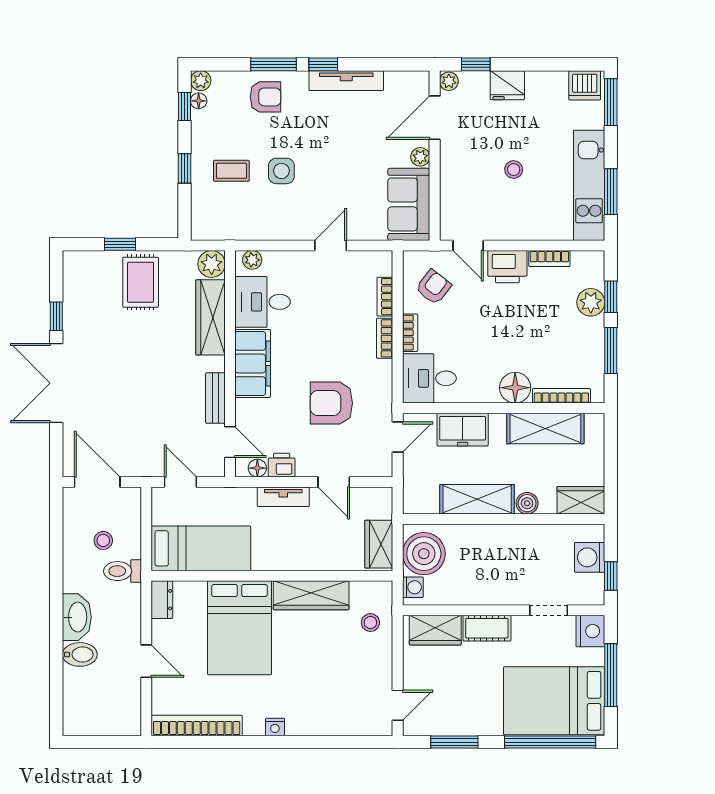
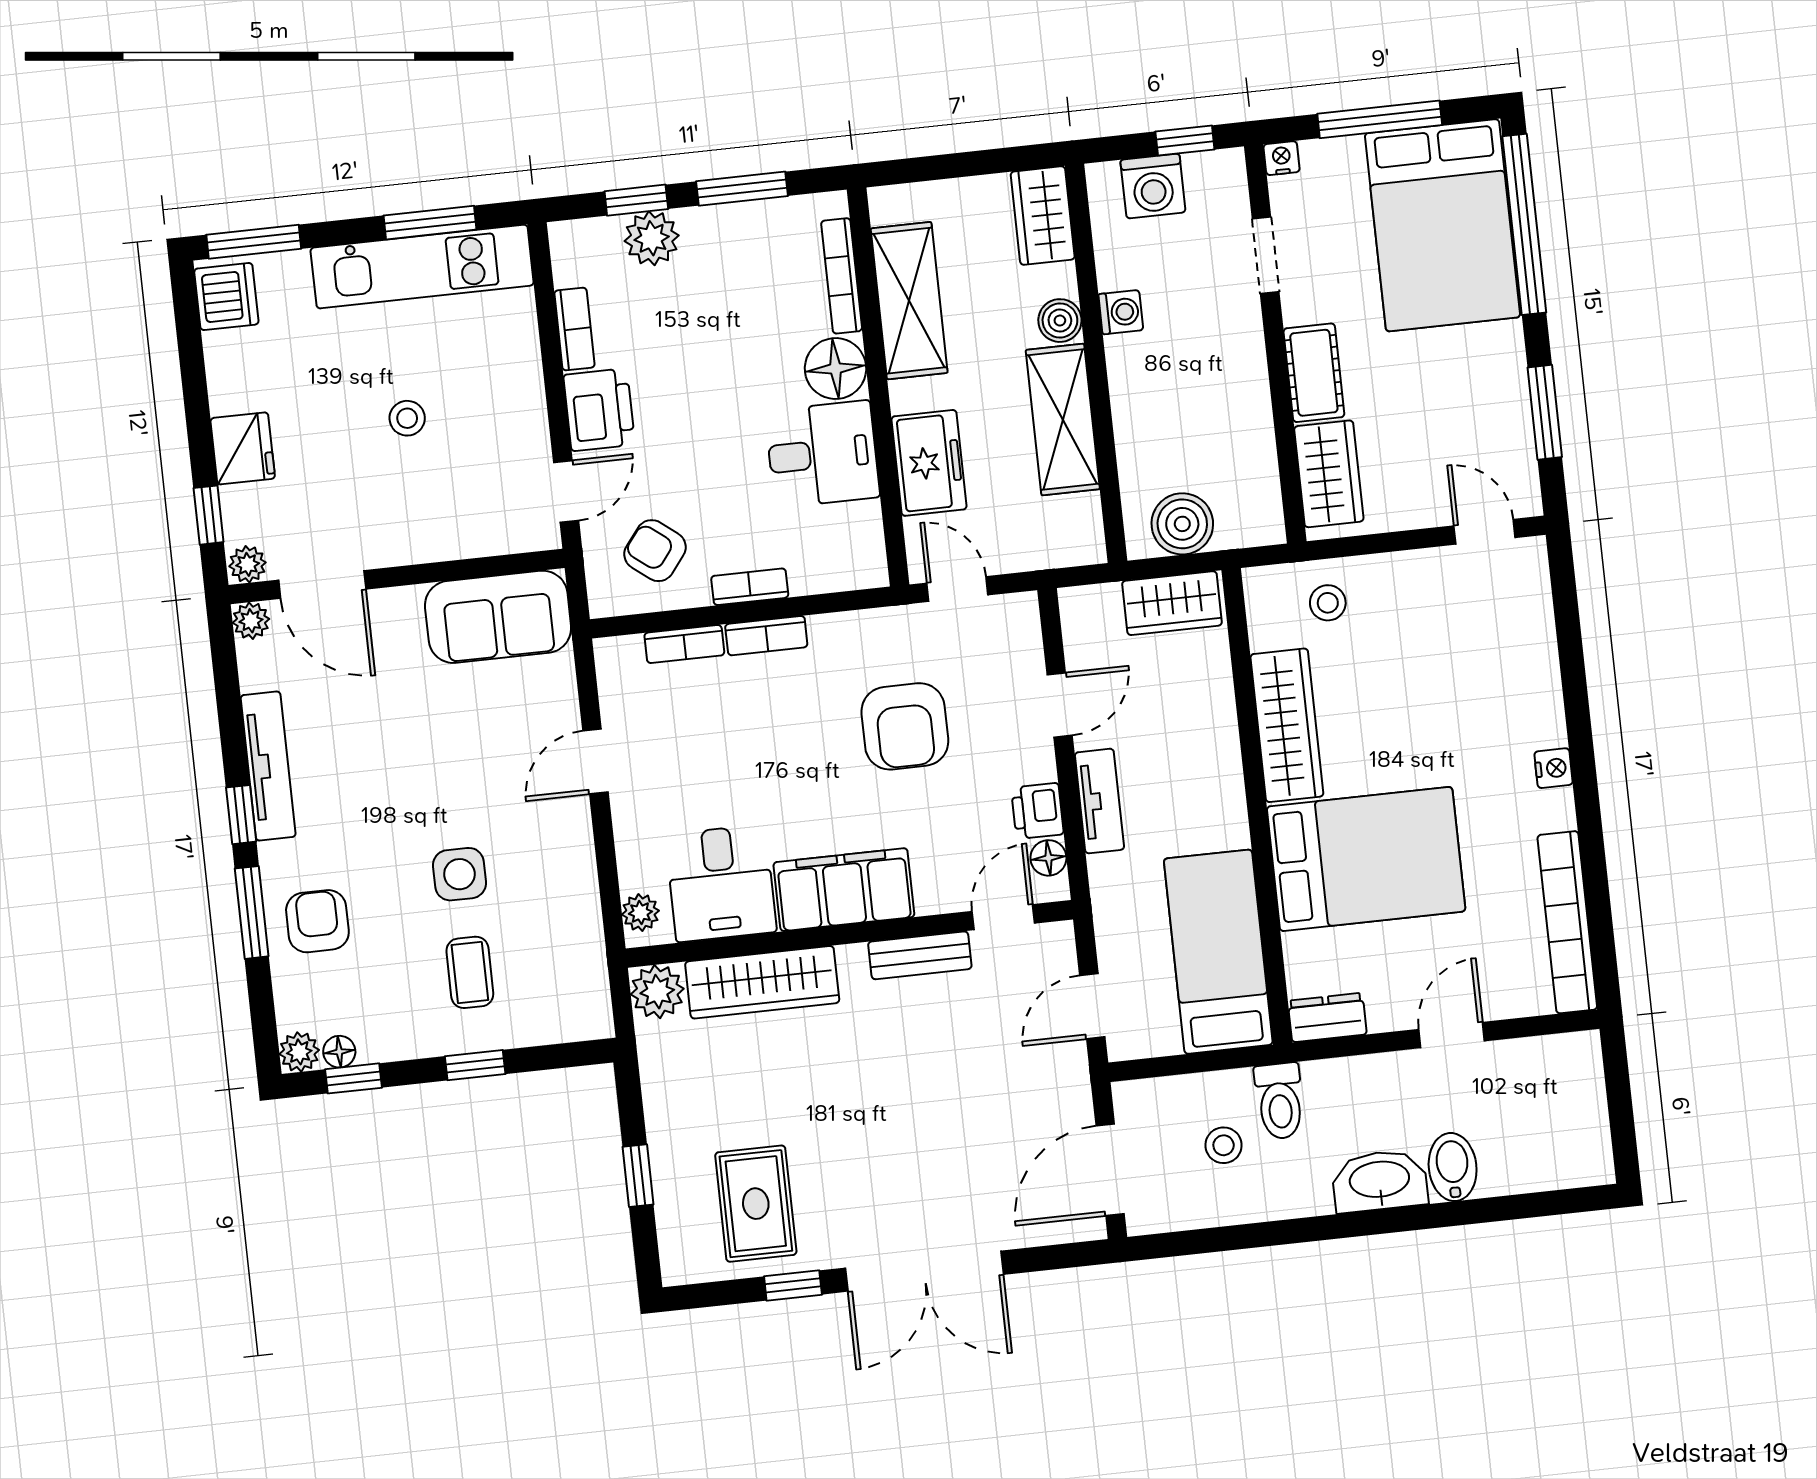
plant: (420, 157) -> (251, 621), moved
door: (331, 245) -> (595, 761), hinge flipped
rug: (141, 282) -> (756, 1204), moved, turned 90
desk: (429, 378) -> (822, 454), moved, turned -90
boiler: (424, 554) -> (1182, 524), width x0.73, depth x0.73
washing machine: (413, 587) -> (1121, 312), moved, turned 90
nightstand: (590, 631) -> (1282, 158), width x0.53, depth x0.56

